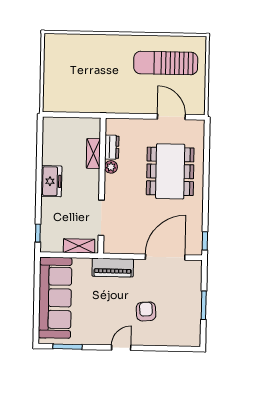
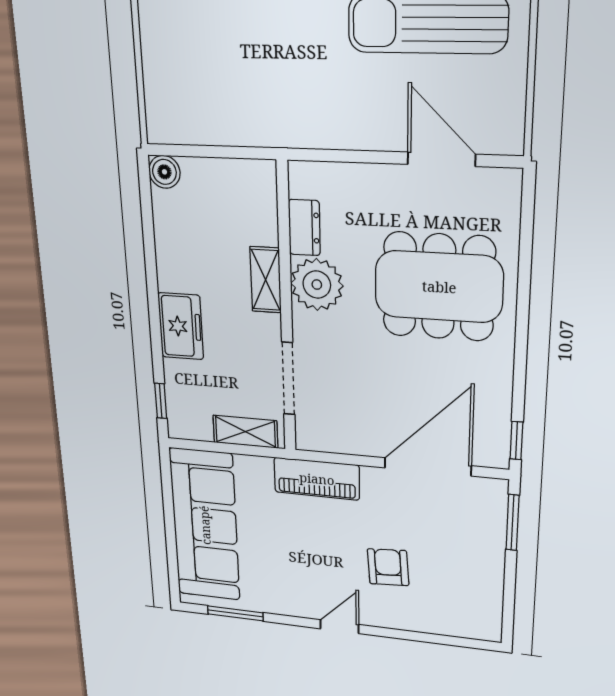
boiler: (50, 124) -> (164, 172), added
shelving: (93, 153) -> (266, 280), moved
plant: (111, 167) -> (317, 285), width x1.87, depth x1.87
dining table: (170, 171) -> (439, 287), turned 90
freezer: (51, 181) -> (181, 326), moved
window: (204, 305) -> (513, 522), moved

